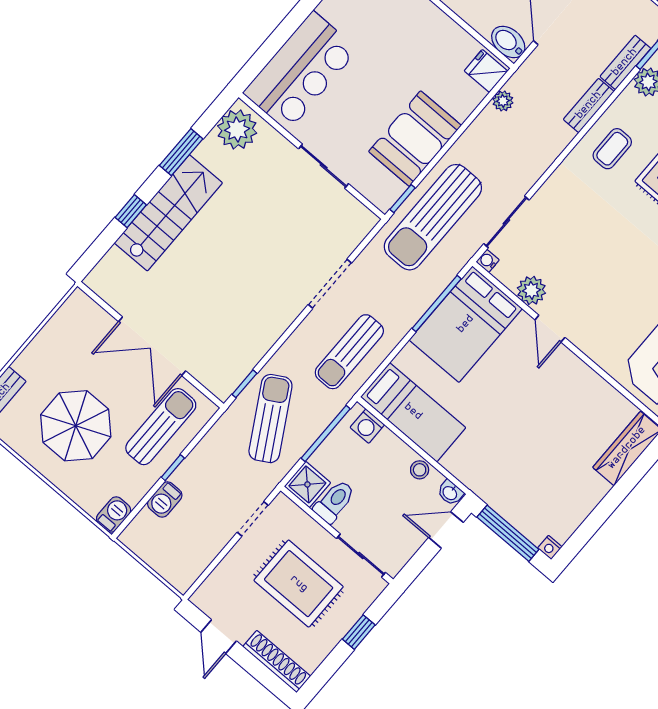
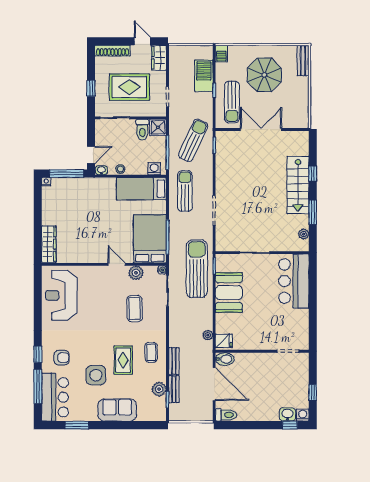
plant: (237, 129) -> (304, 234), width x0.53, depth x0.53
coffee table: (580, 237) -> (135, 309), added
sun lounger: (270, 419) -> (193, 140), turned -125
barbecue: (165, 499) -> (204, 76), width x1.88, depth x1.53
wardrobe: (215, 590) -> (159, 58), added

